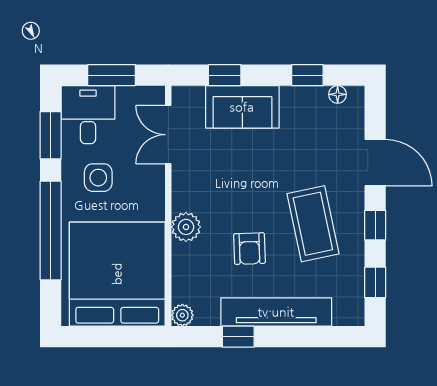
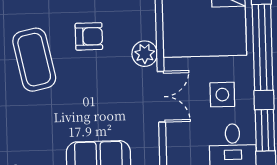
double door: (168, 135) -> (161, 97), moved
armchair: (249, 249) -> (89, 36), turned 92

